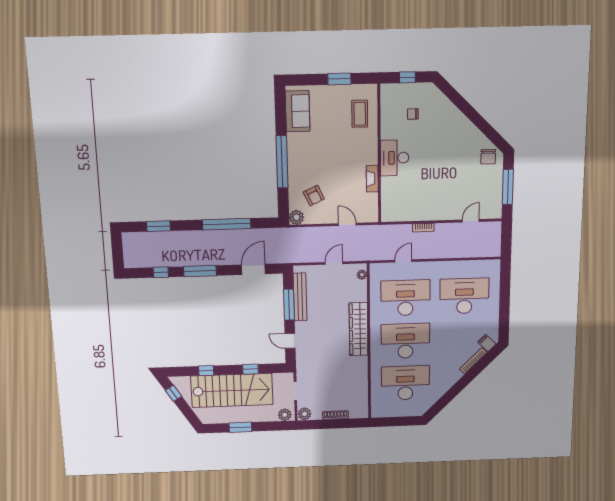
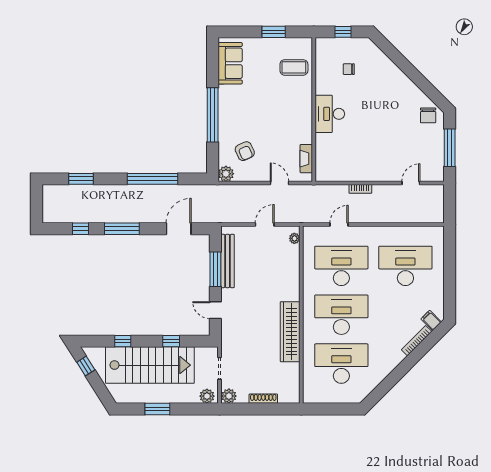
coffee table: (360, 114) -> (294, 67), turned 90
fireplace: (372, 179) -> (306, 159), moved
wardrobe: (359, 329) -> (290, 332), moved

